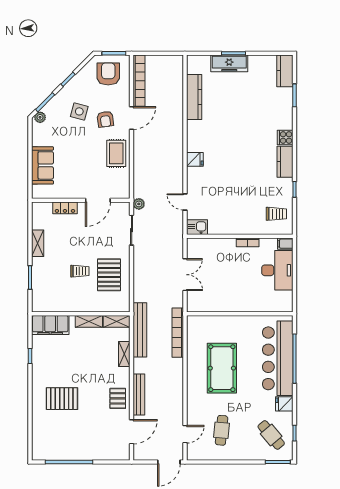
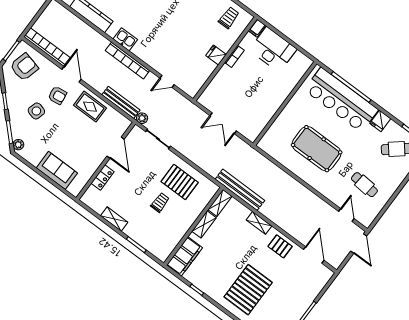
armchair: (108, 74) -> (24, 67), turned 104
fridge: (195, 159) -> (216, 55), moved, turned -90
kitchen sink: (197, 227) -> (125, 39), moved, turned 90
double door: (185, 275) -> (223, 123), swing flipped
bookcase: (178, 333) -> (127, 61), moved
shelving: (124, 354) -> (259, 223), moved
bench: (139, 395) -> (121, 102), moved
pallet: (62, 399) -> (248, 290), width x1.37, depth x1.41

